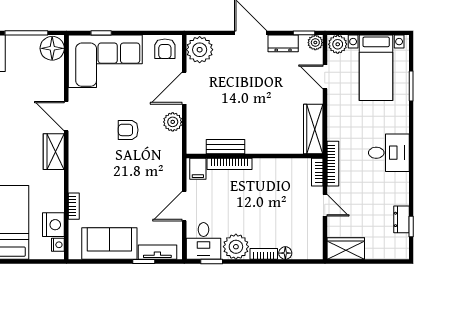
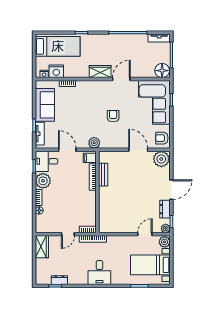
plant: (173, 122) -> (94, 143), moved
wardrobe: (313, 129) -> (114, 227), removed

